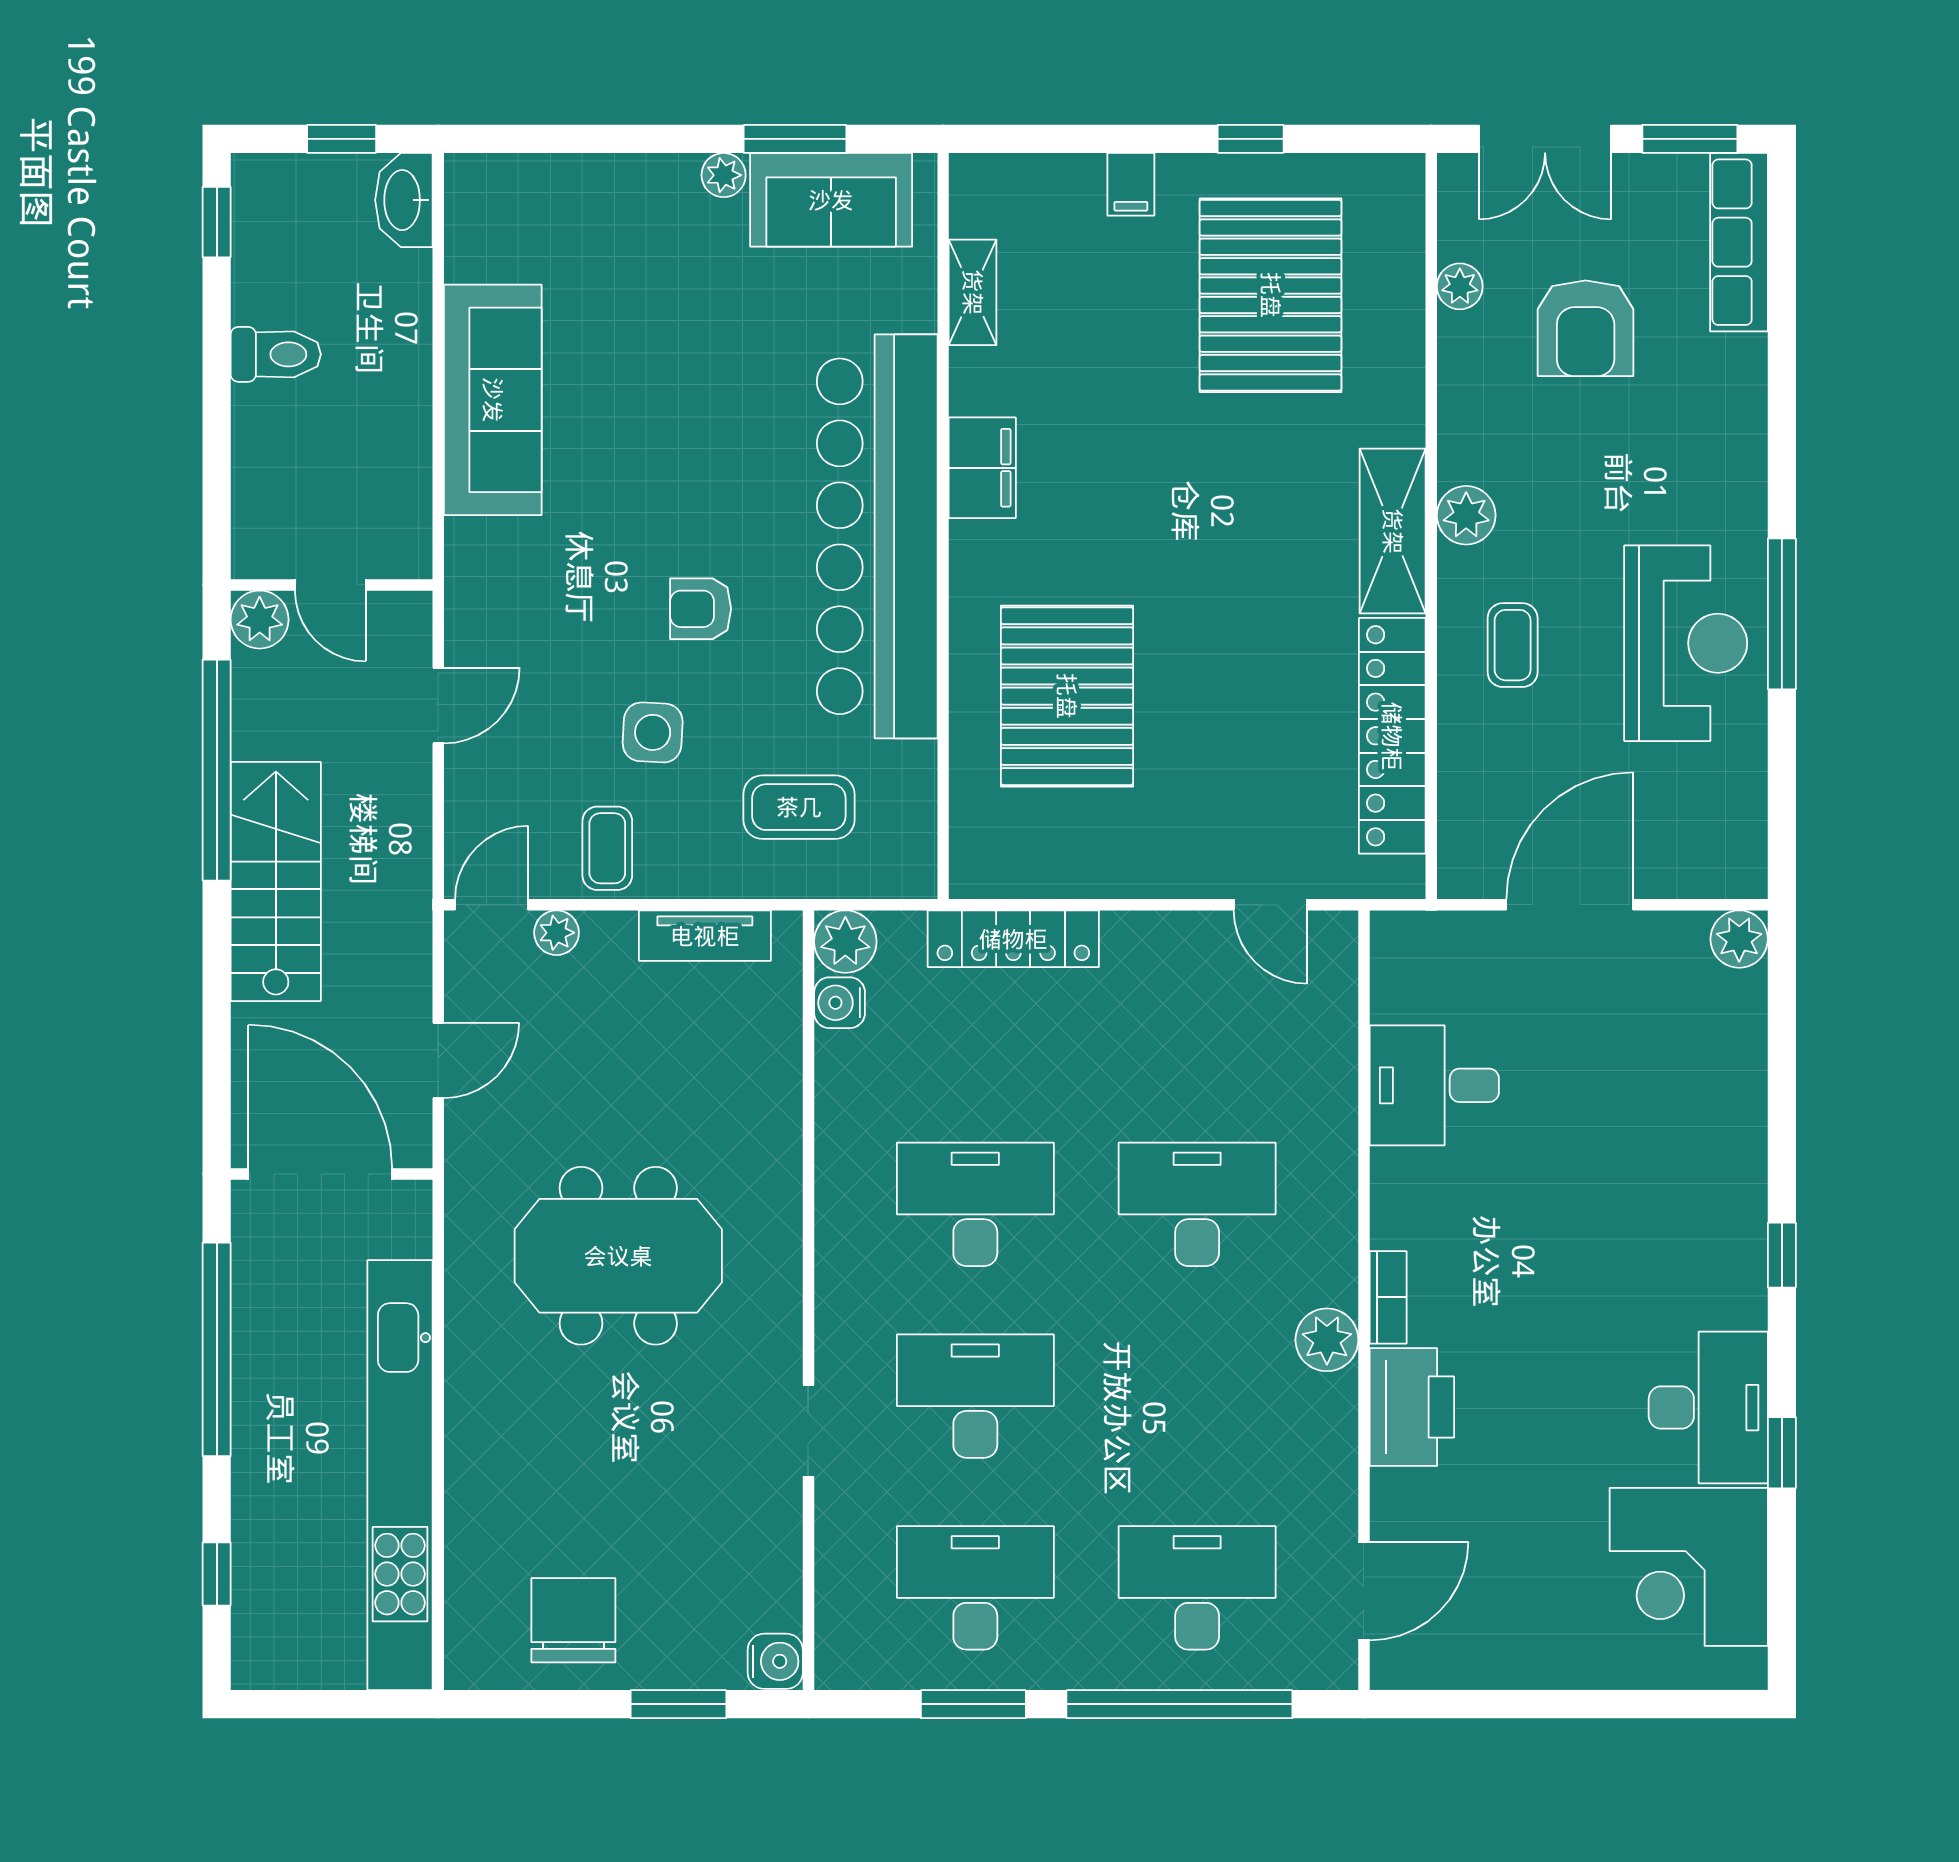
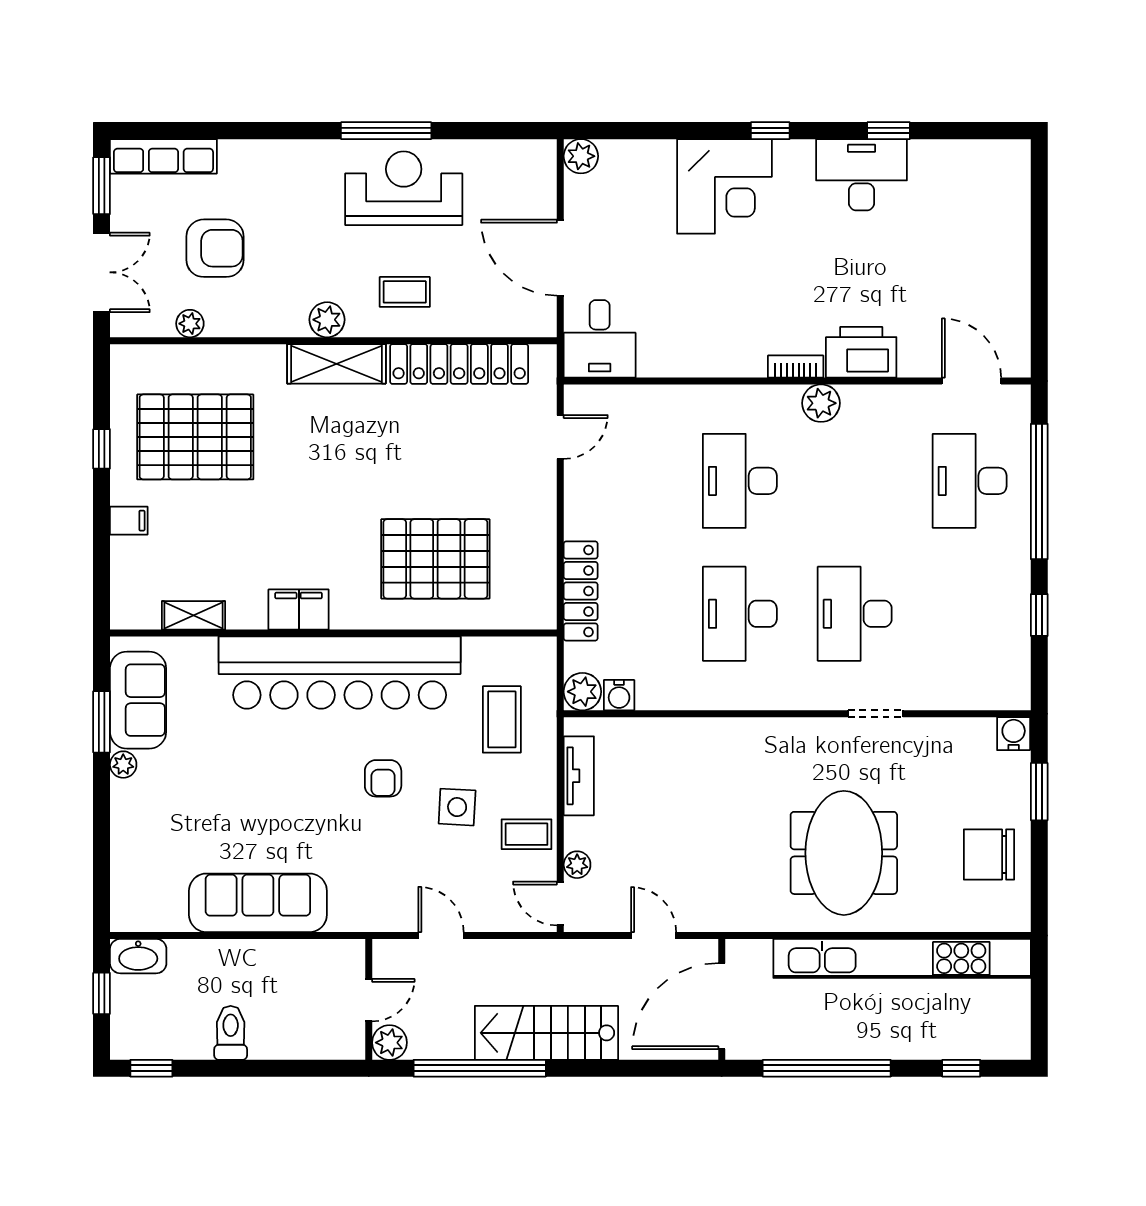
desk: (1434, 1085) -> (600, 339), moved
meeting table: (618, 1256) -> (844, 853), moved
corner desk: (1689, 1567) -> (724, 186), moved
desk: (975, 1588) -> (970, 614), removed
window: (973, 1704) -> (1039, 615), width x0.67

